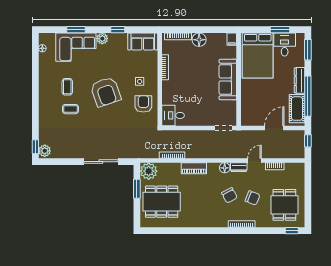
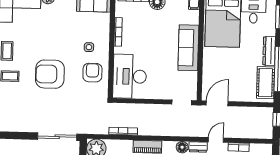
armchair: (106, 92) -> (50, 74), moved, turned 109
desk: (173, 115) -> (130, 76), width x1.87, depth x1.30
door: (274, 128) -> (217, 103), moved
sliding door: (101, 162) -> (57, 137), moved

